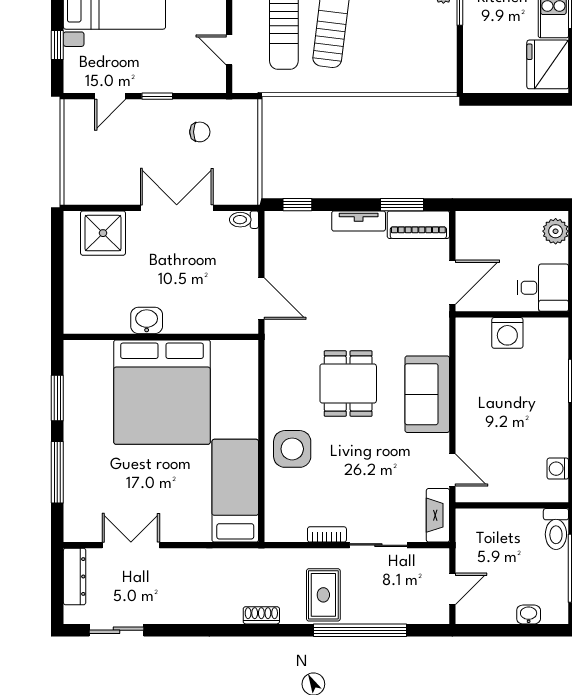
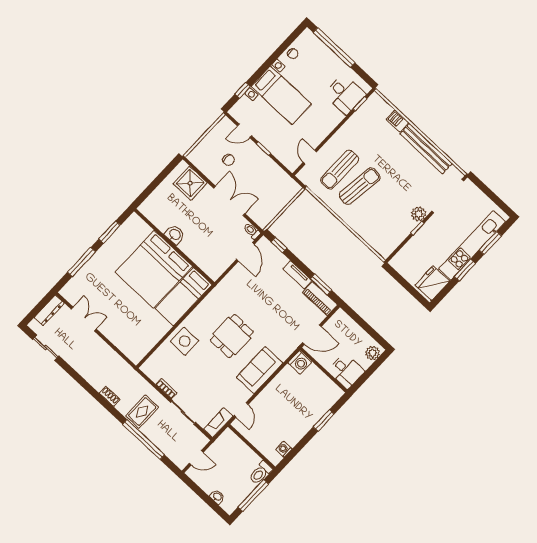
chair: (200, 132) -> (229, 160), moved
door: (261, 299) -> (245, 252), moved
washing machine: (507, 333) -> (300, 362), moved, turned -90
bed: (235, 491) -> (184, 297), moved, turned 180

